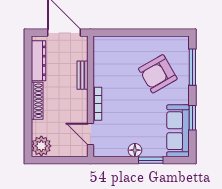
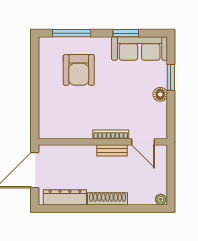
armchair: (158, 74) -> (79, 70), turned 30
bench: (82, 75) -> (112, 150), moved
door: (90, 134) -> (143, 142), hinge flipped
plant: (41, 146) -> (161, 199), width x0.53, depth x0.53

